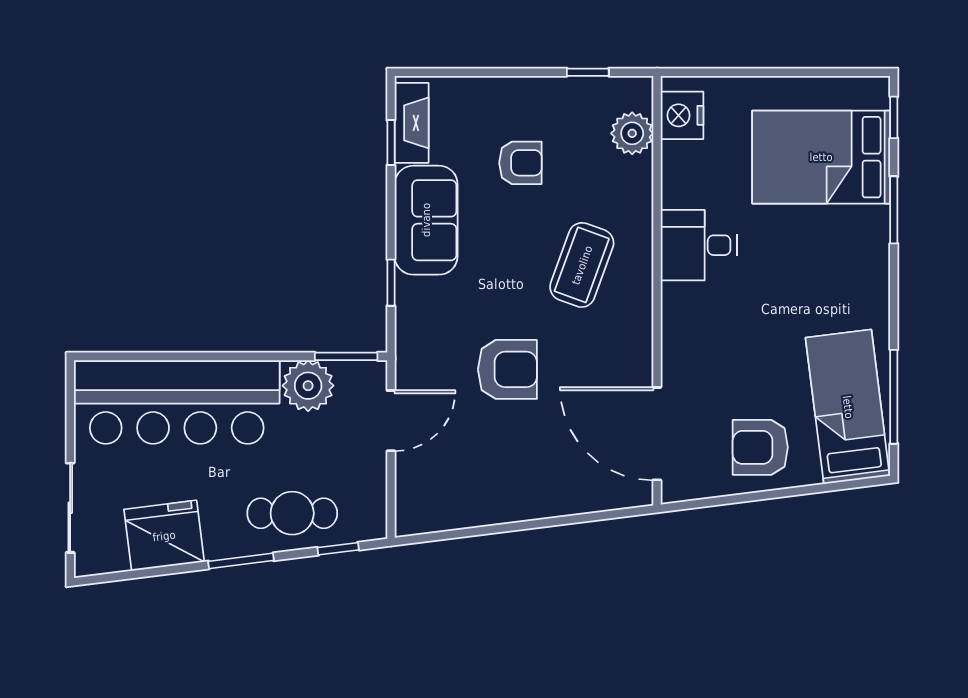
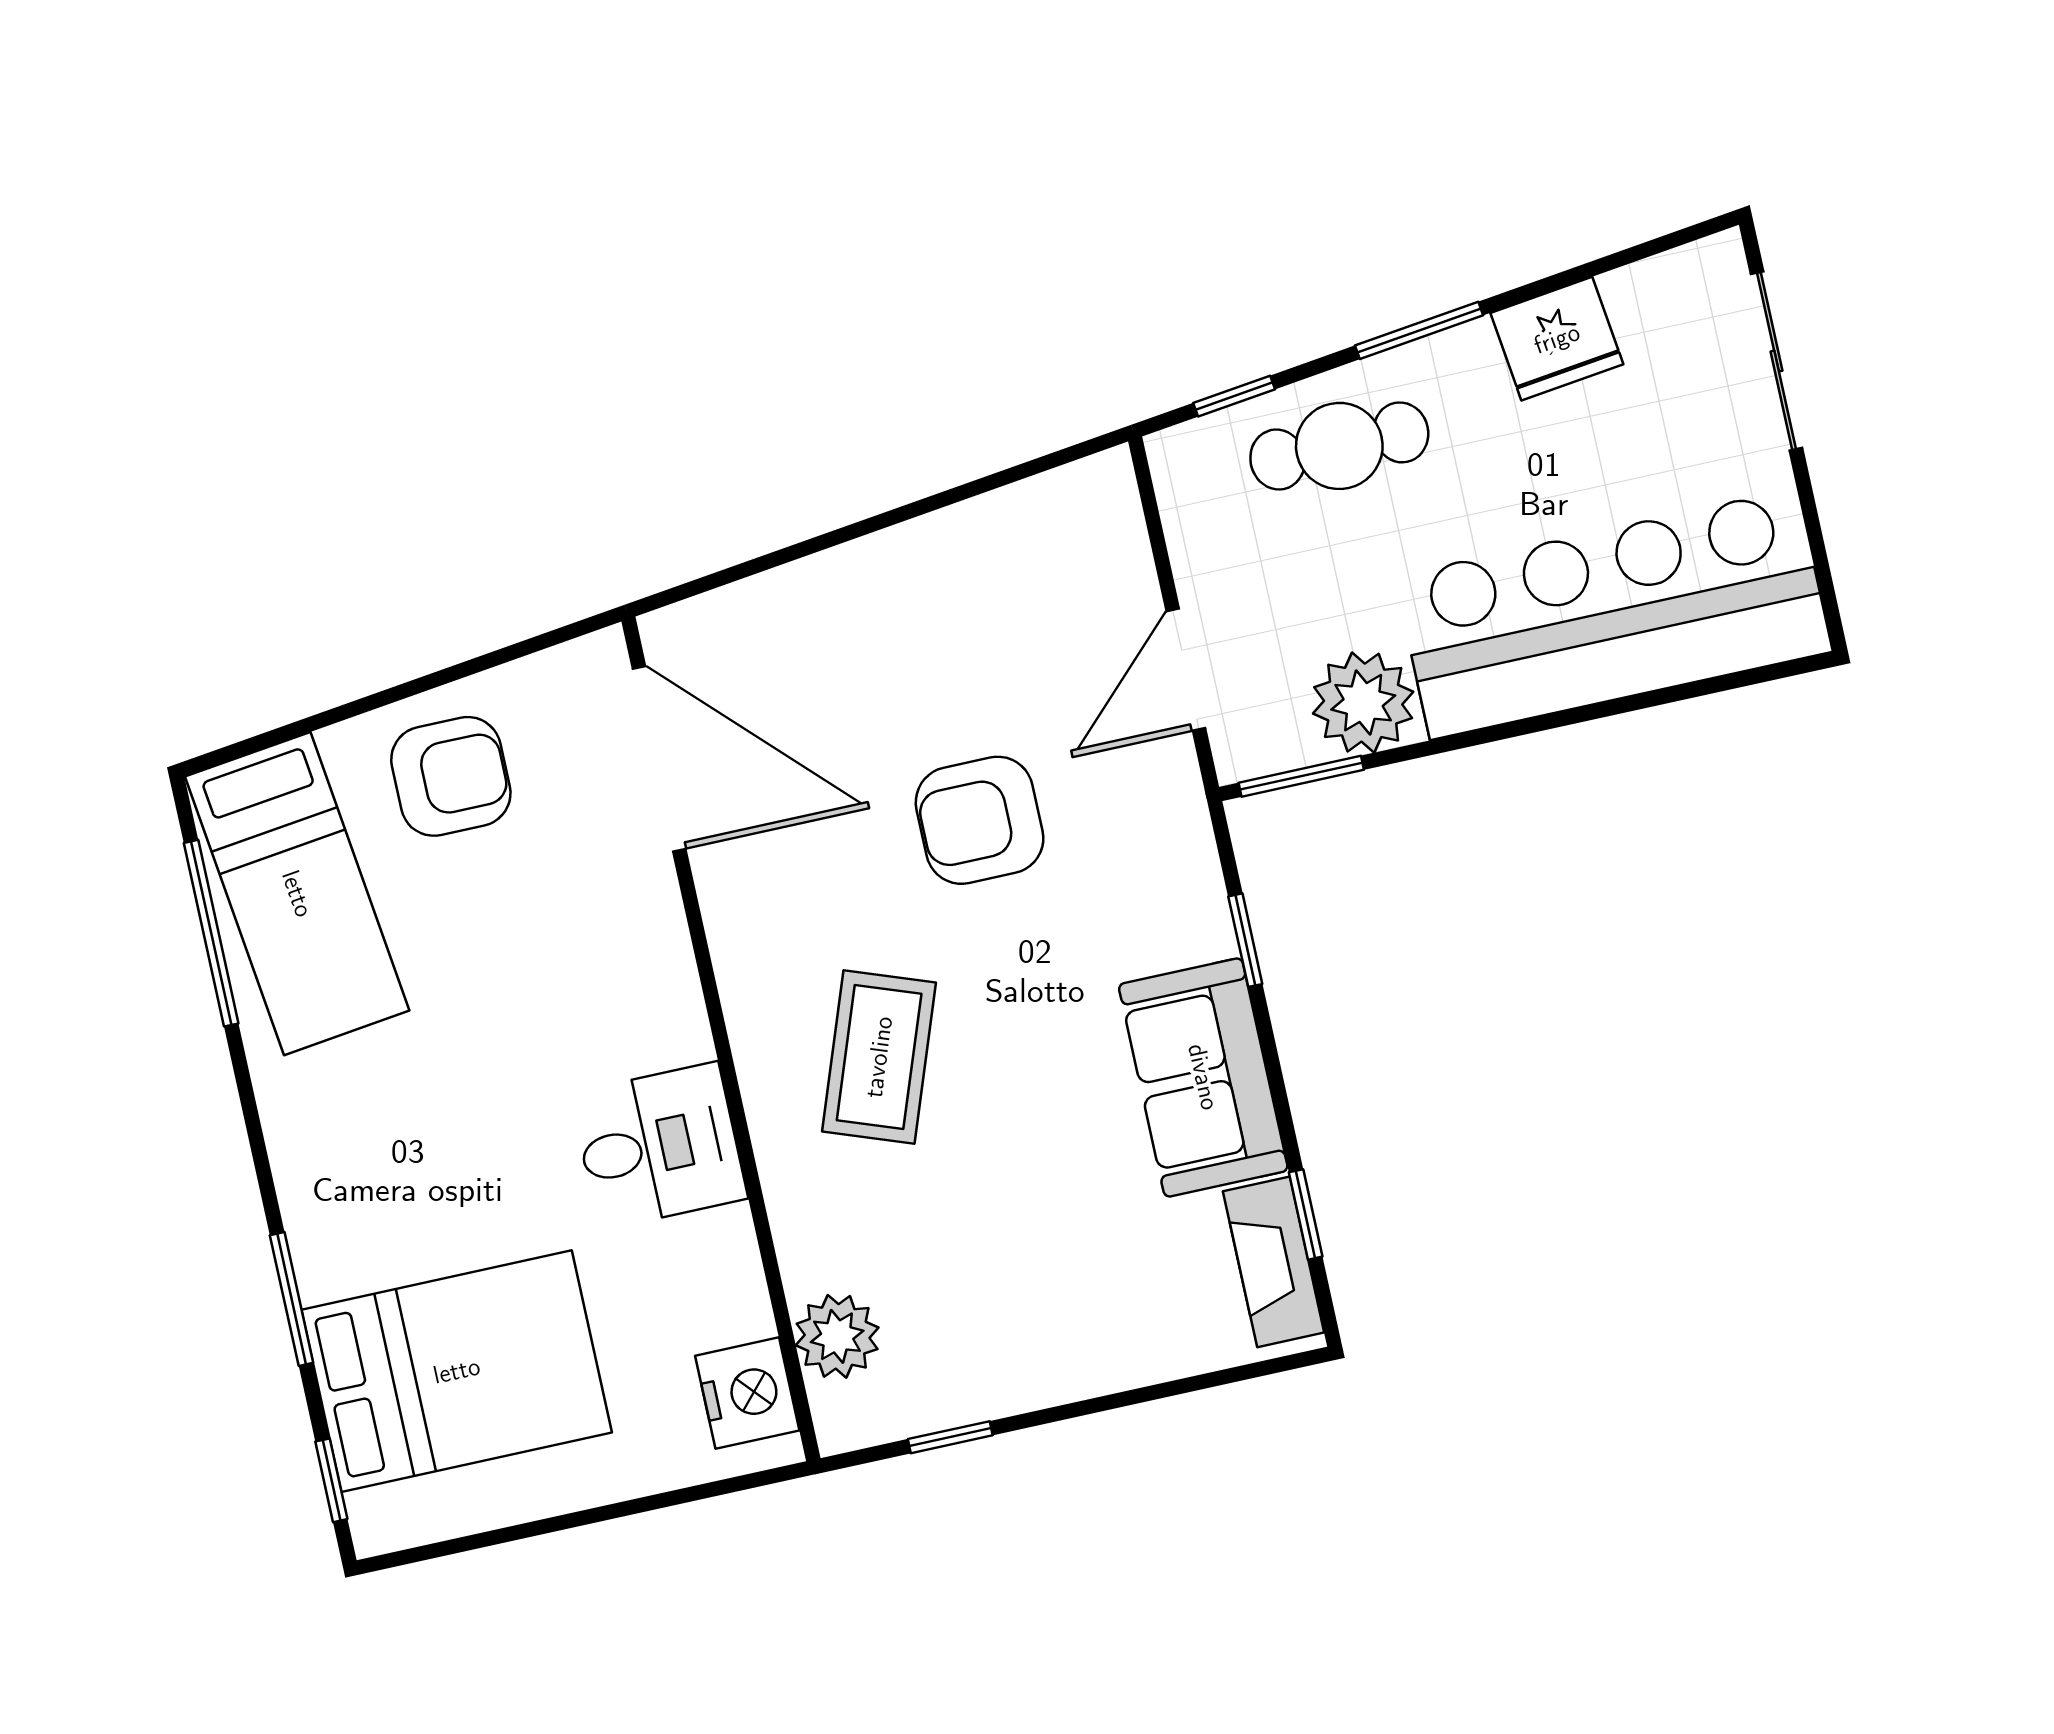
armchair: (520, 163) -> (1043, 1231), removed
fridge: (164, 536) -> (1557, 339), width x0.73, depth x0.75

